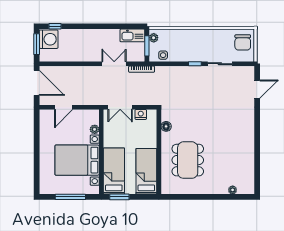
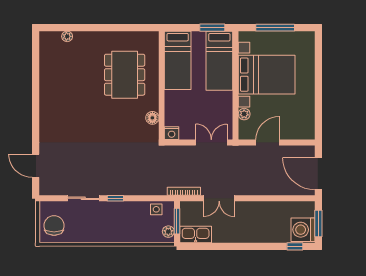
door: (257, 89) -> (36, 166), hinge flipped
door: (64, 107) -> (268, 143), moved
nightstand: (141, 114) -> (172, 133), moved

